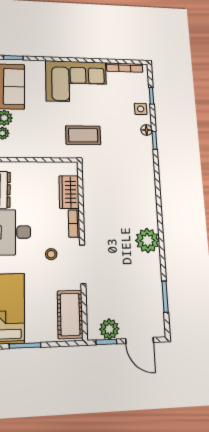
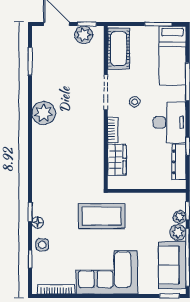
coffee table: (83, 135) -> (102, 216), width x1.36, depth x1.32

